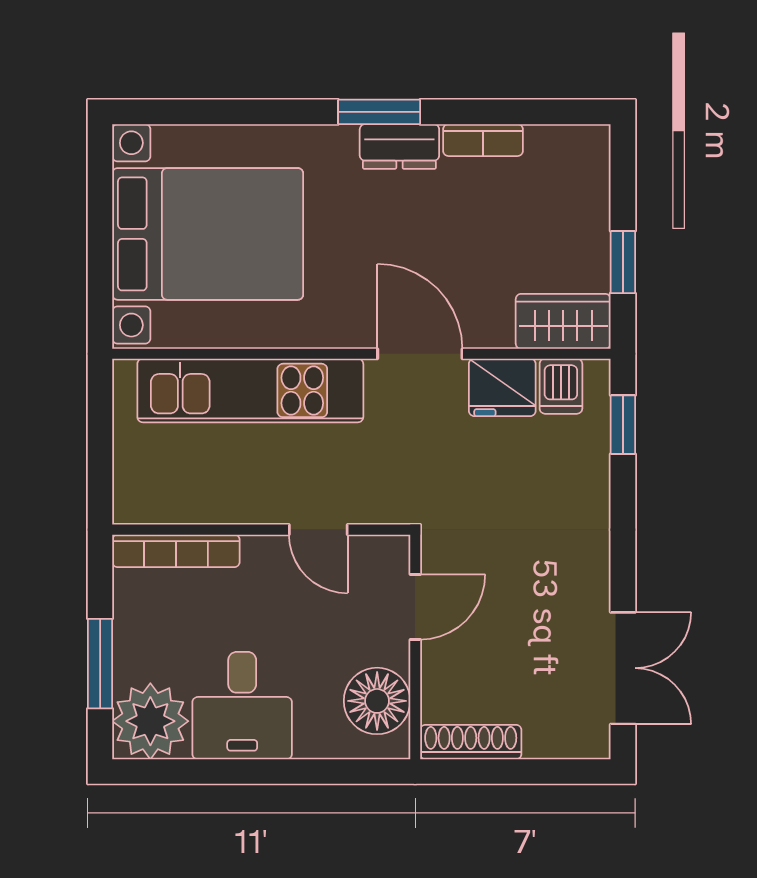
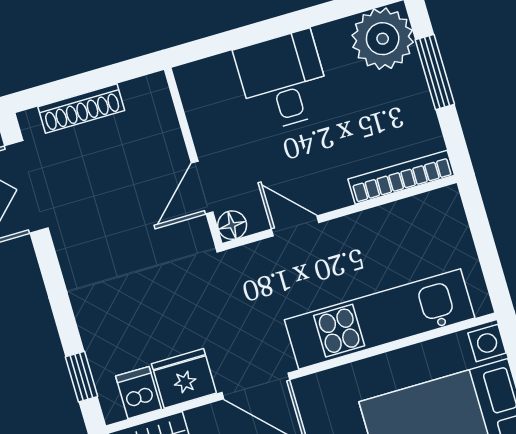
floor lamp: (377, 701) -> (232, 225), moved, width x0.53, depth x0.53
desk: (242, 706) -> (283, 81), moved
shoe rack: (471, 742) -> (81, 109), moved

